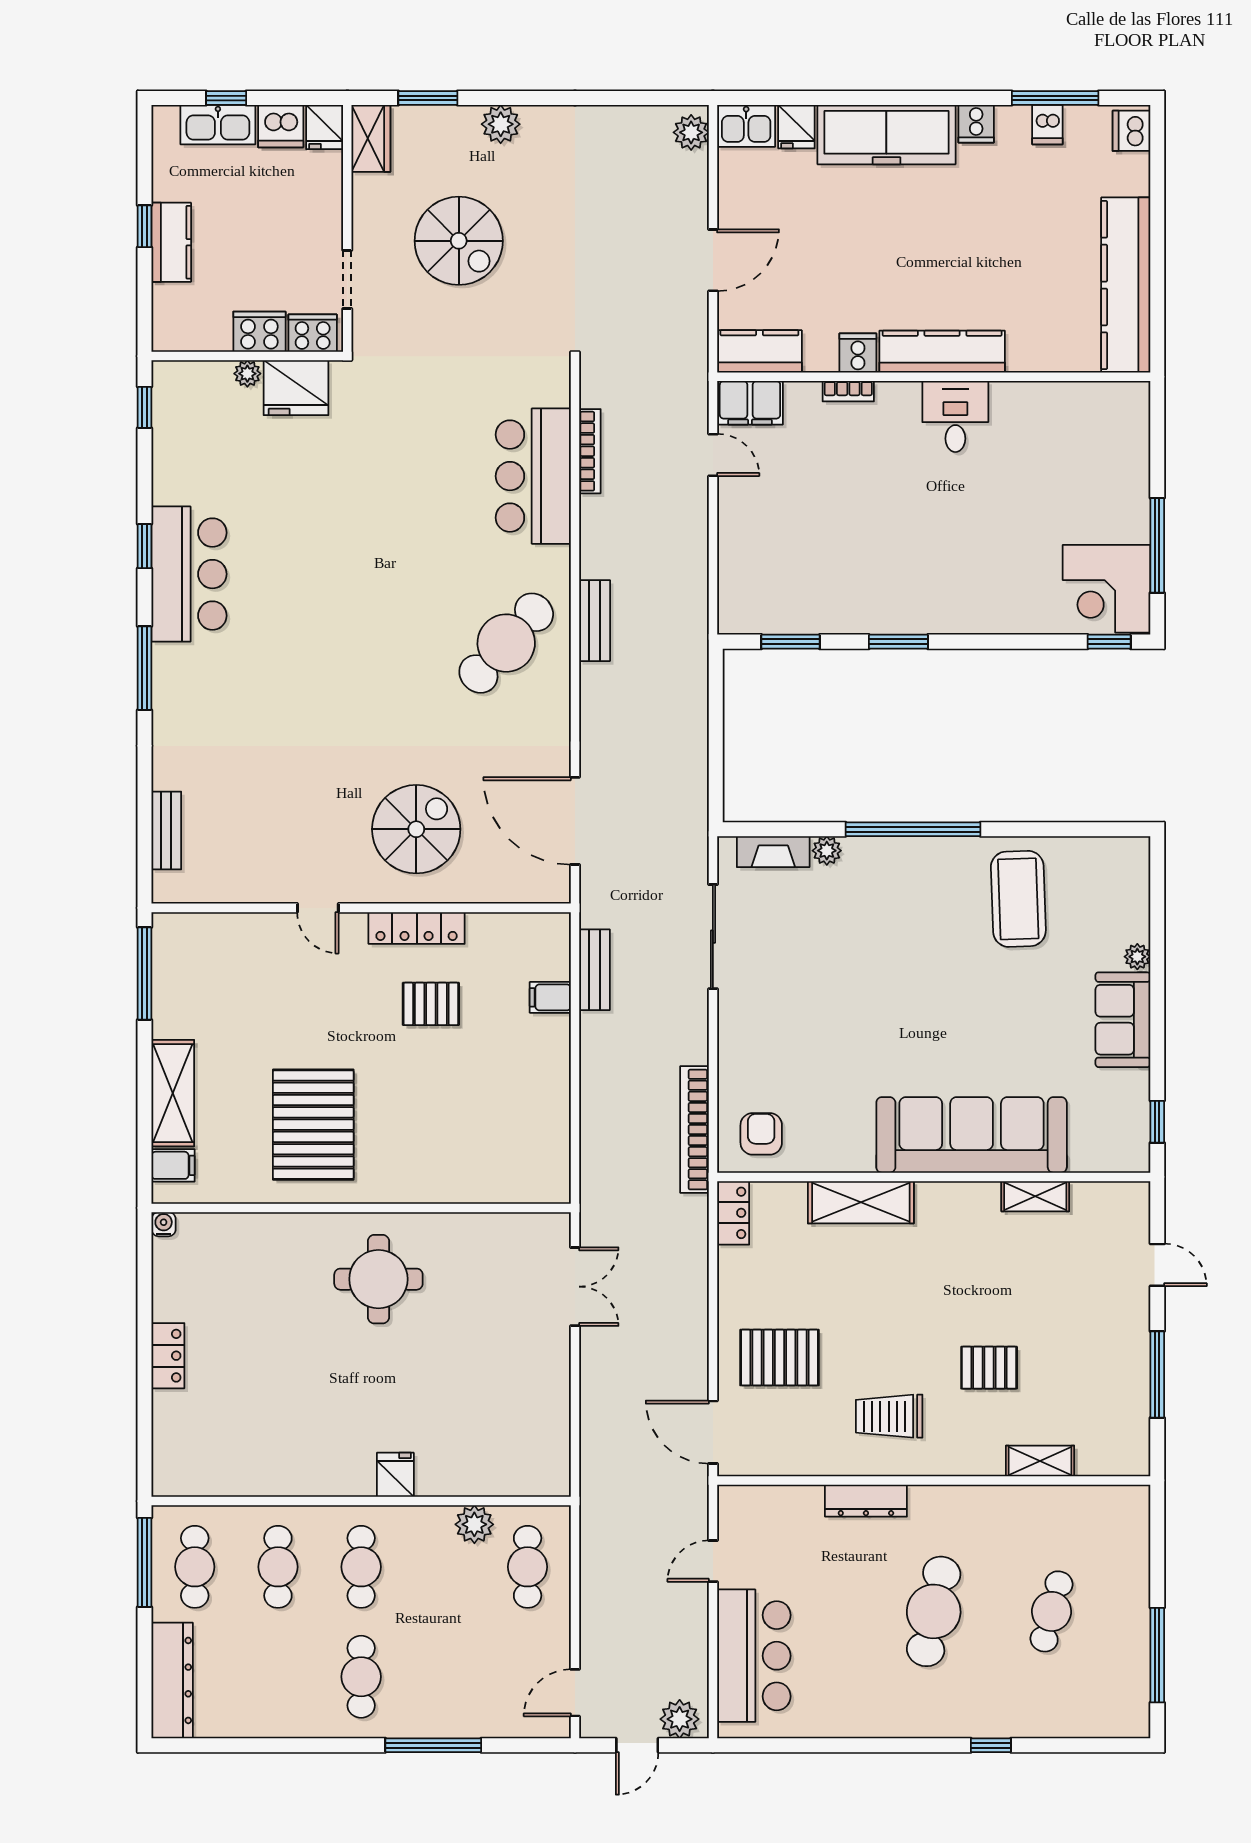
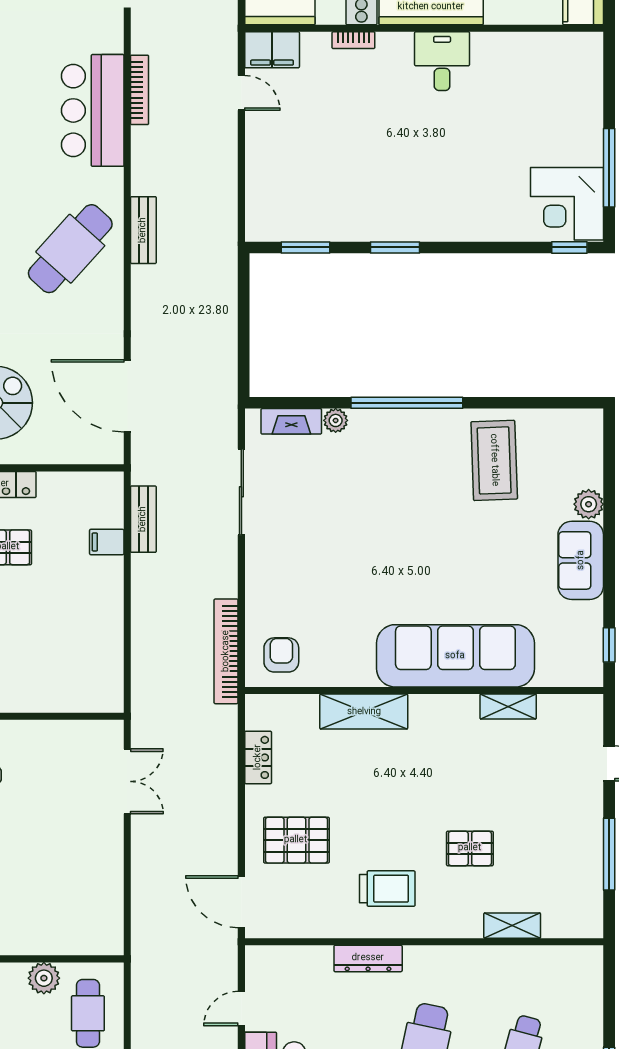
plant: (1137, 957) -> (589, 504), width x1.38, depth x1.38
locker: (733, 1213) -> (258, 757), moved
trolley: (889, 1416) -> (387, 889), turned 180

